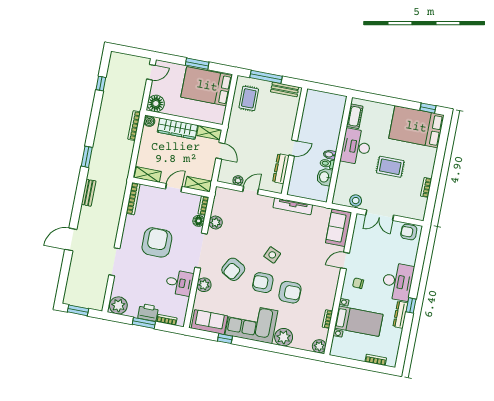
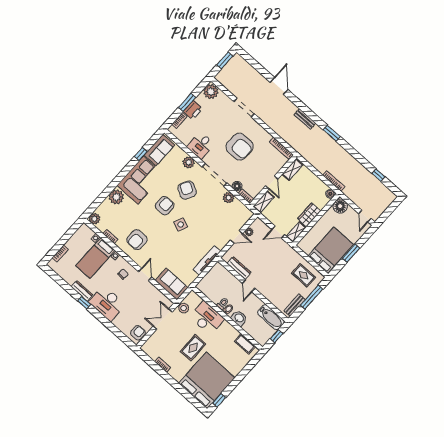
window: (327, 89) -> (277, 336), added
bathtub: (311, 106) -> (271, 317), added
bed: (416, 127) -> (207, 380), width x1.36
wardrobe: (177, 129) -> (309, 215), width x0.67
desk: (356, 147) -> (207, 318), moved
washbasin: (324, 177) -> (239, 318), moved
door: (251, 190) -> (236, 237), hinge flipped
armchair: (290, 292) -> (137, 240), moved

